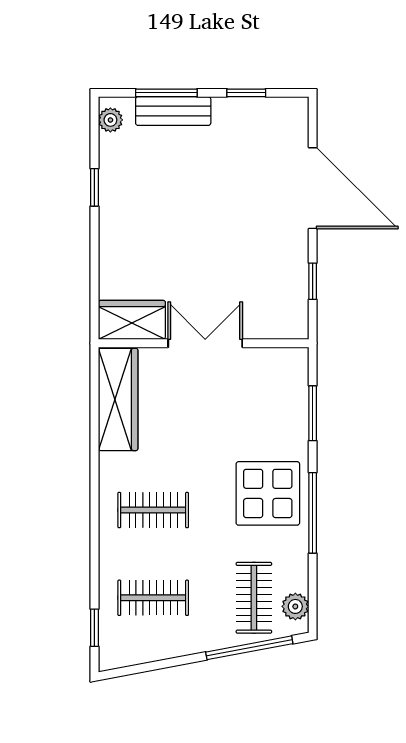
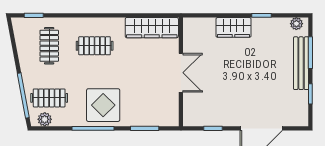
bench: (173, 111) -> (301, 63), width x1.36
wardrobe: (132, 320) -> (233, 27), moved, turned 90
clothes rail: (153, 510) -> (95, 46), turned 90

